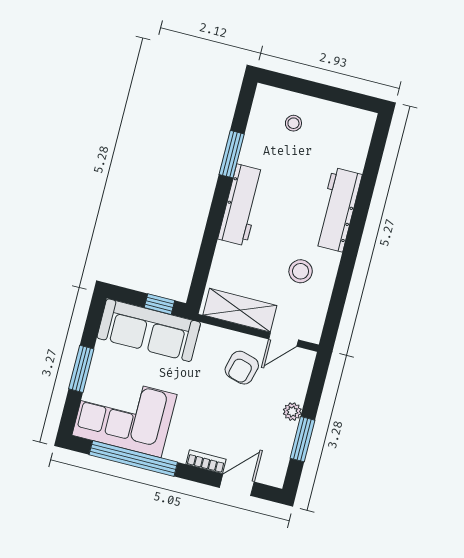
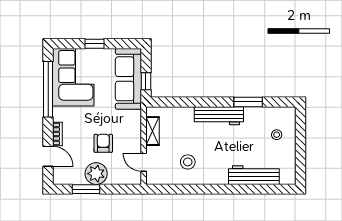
workbench: (338, 210) -> (254, 175), moved
shelving: (240, 310) -> (152, 131), width x0.67, depth x0.75
armchair: (242, 368) -> (103, 143), moved, turned 75
window: (81, 369) -> (94, 44), width x0.67
plant: (292, 412) -> (96, 174), width x1.88, depth x1.88

